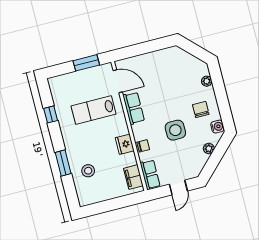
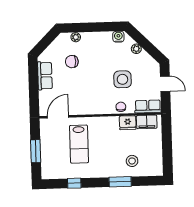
window: (86, 63) -> (36, 151), moved
row of seats: (134, 108) -> (45, 76), moved, turned 90
chair: (201, 110) -> (72, 62), moved
side table: (175, 130) -> (122, 79), moved
fridge: (125, 144) -> (128, 123), moved

